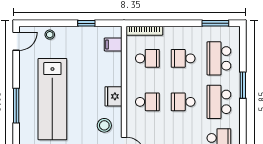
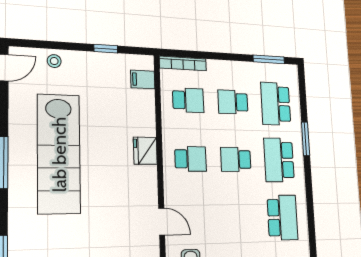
stool: (104, 125) -> (134, 192), removed

